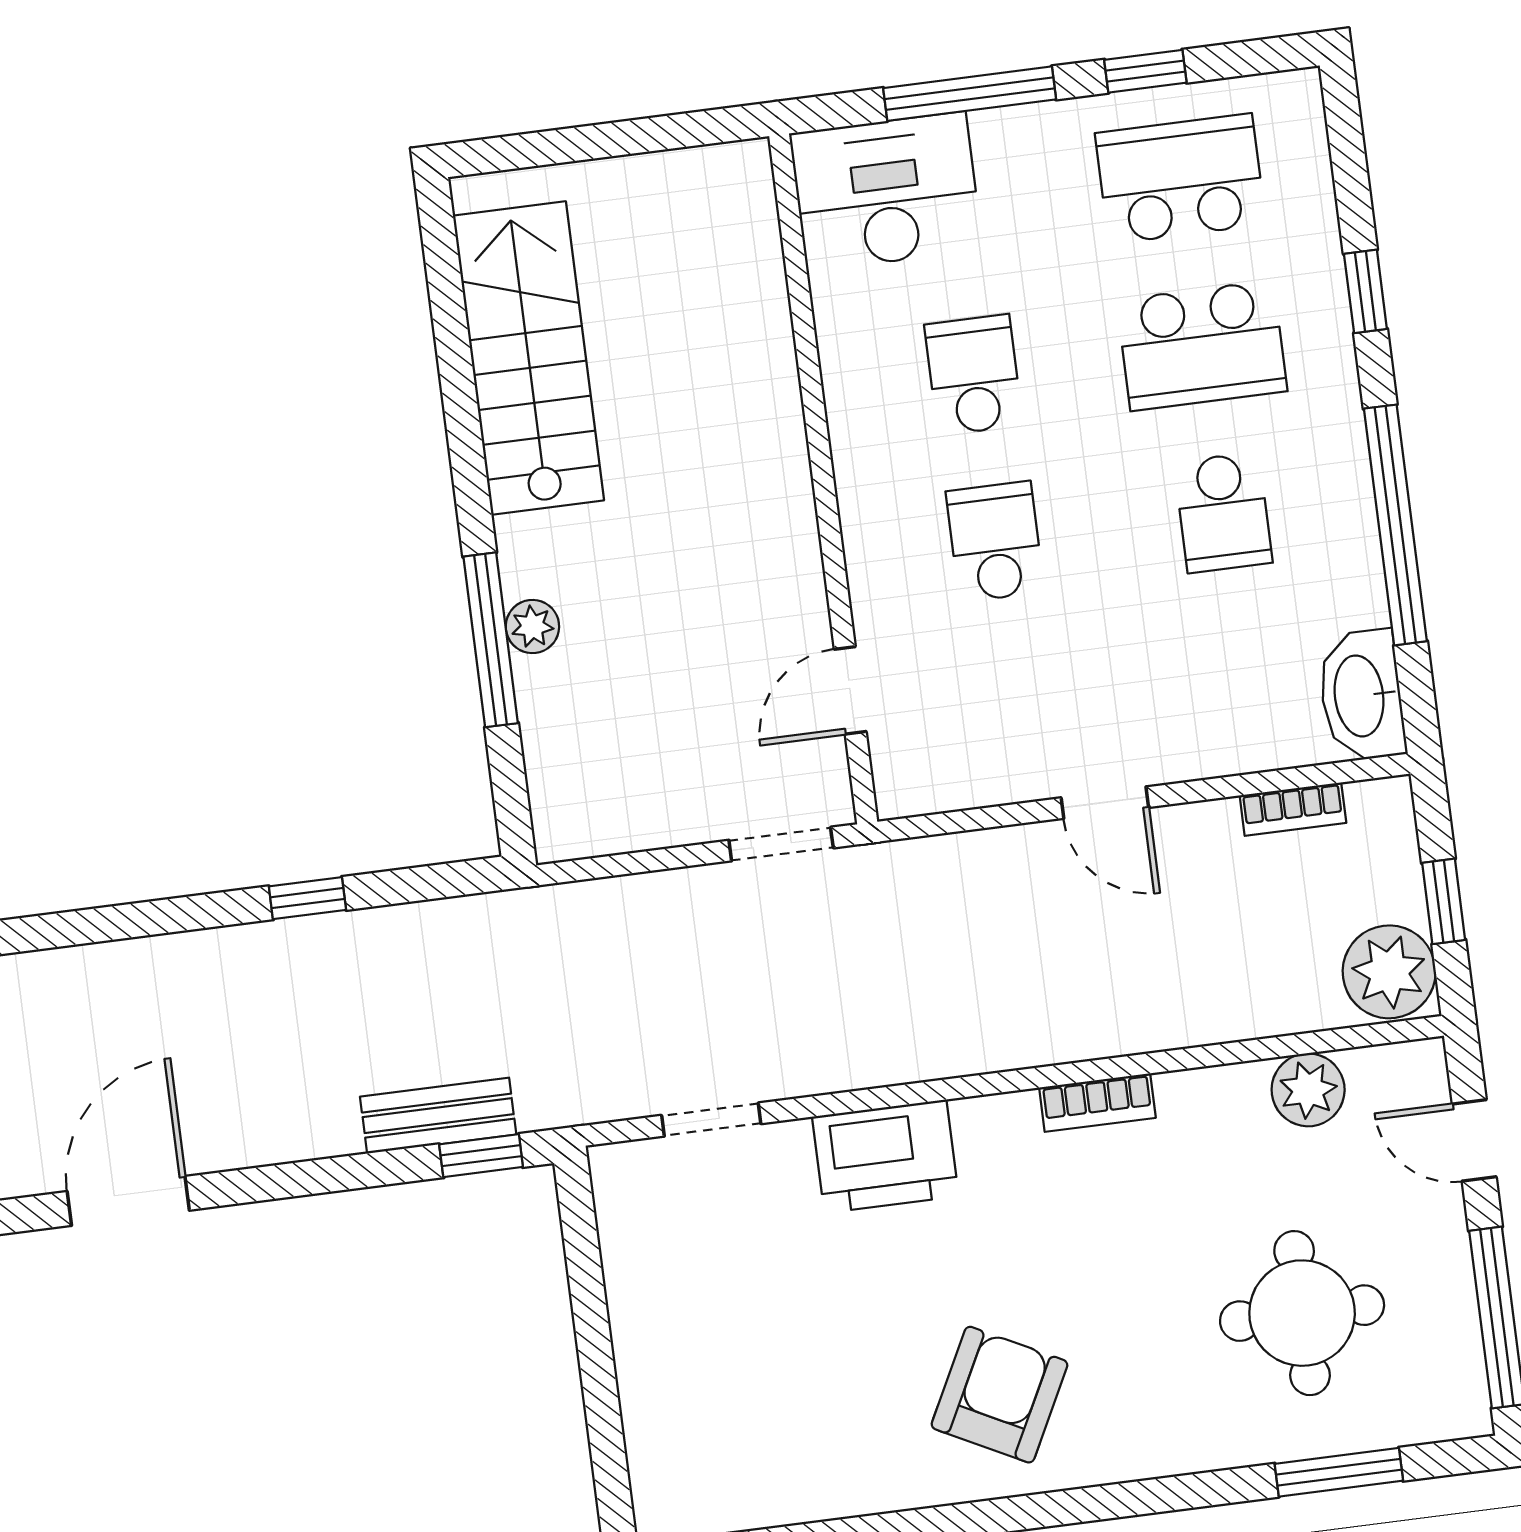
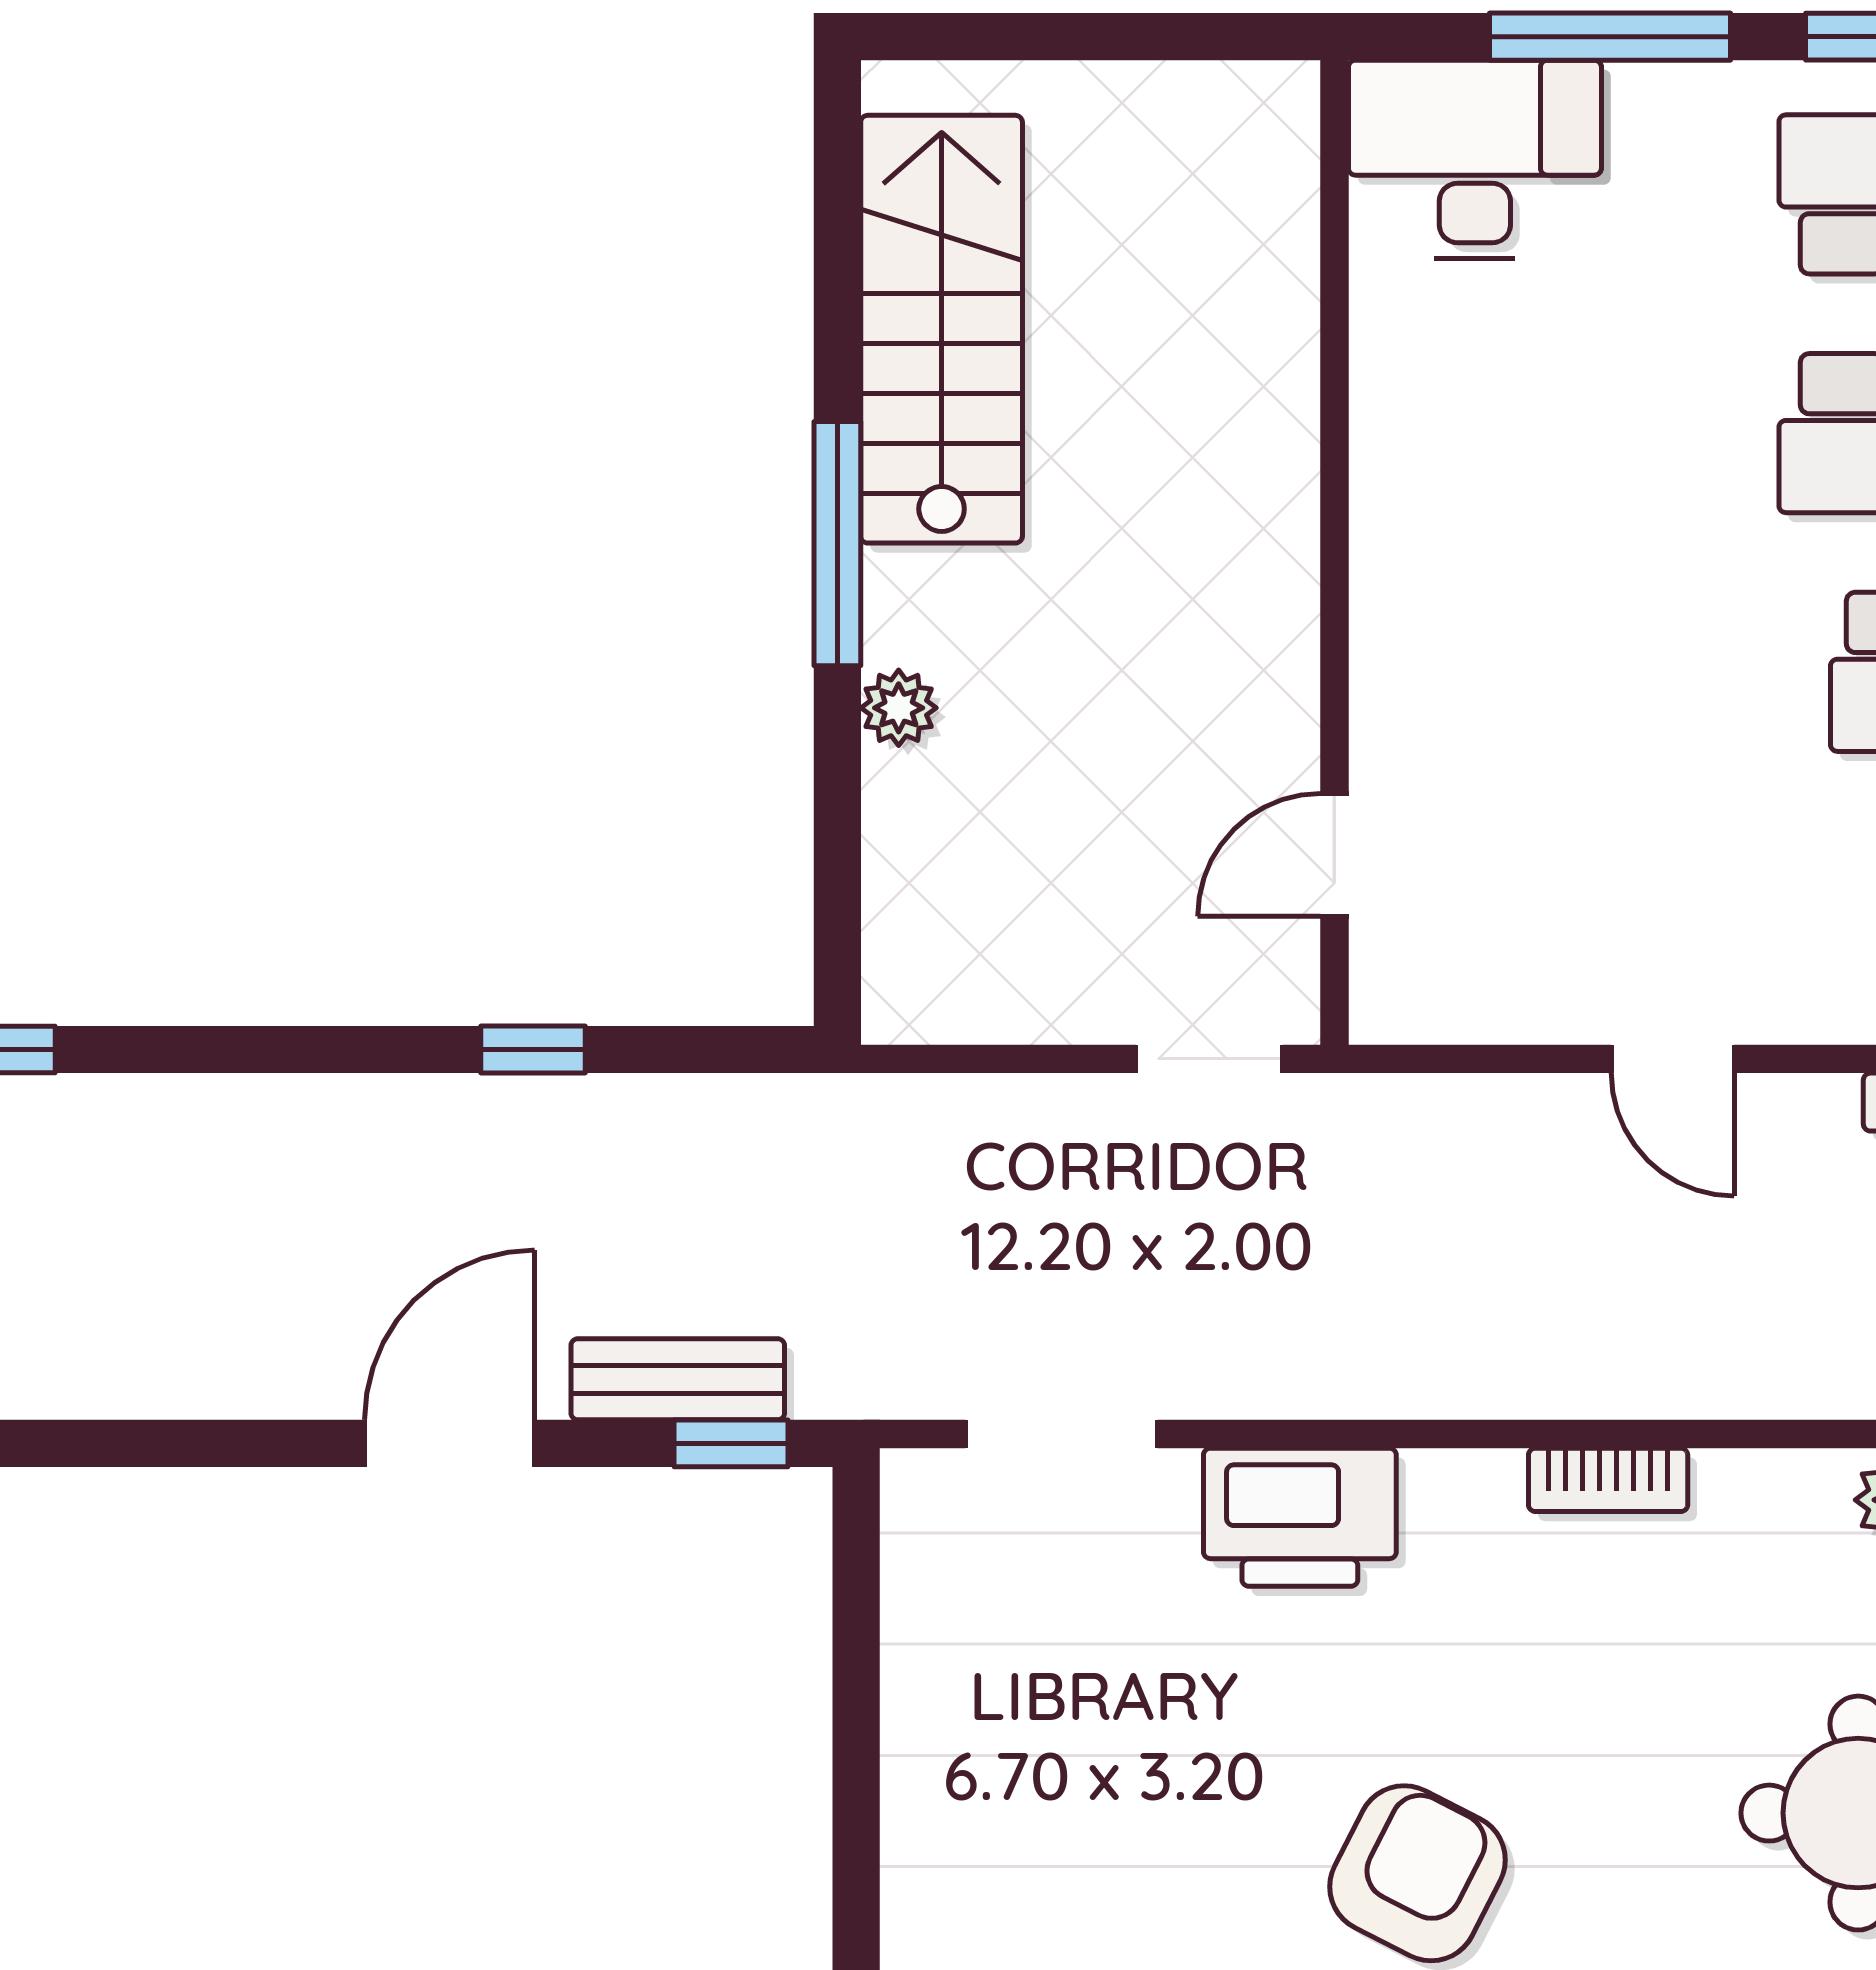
school desk: (974, 375) -> (1565, 433), removed
school desk: (995, 542) -> (1565, 672), removed
window: (491, 640) -> (837, 544), moved
doorway: (711, 1120) -> (1061, 1434), width x1.38
door: (128, 1201) -> (450, 1443), moved

